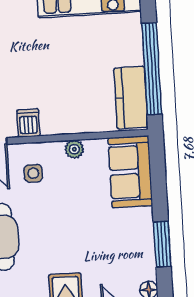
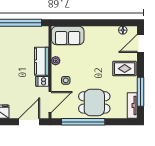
kitchen counter: (131, 98) -> (42, 61), moved, turned 90
window: (162, 244) -> (102, 23), removed

